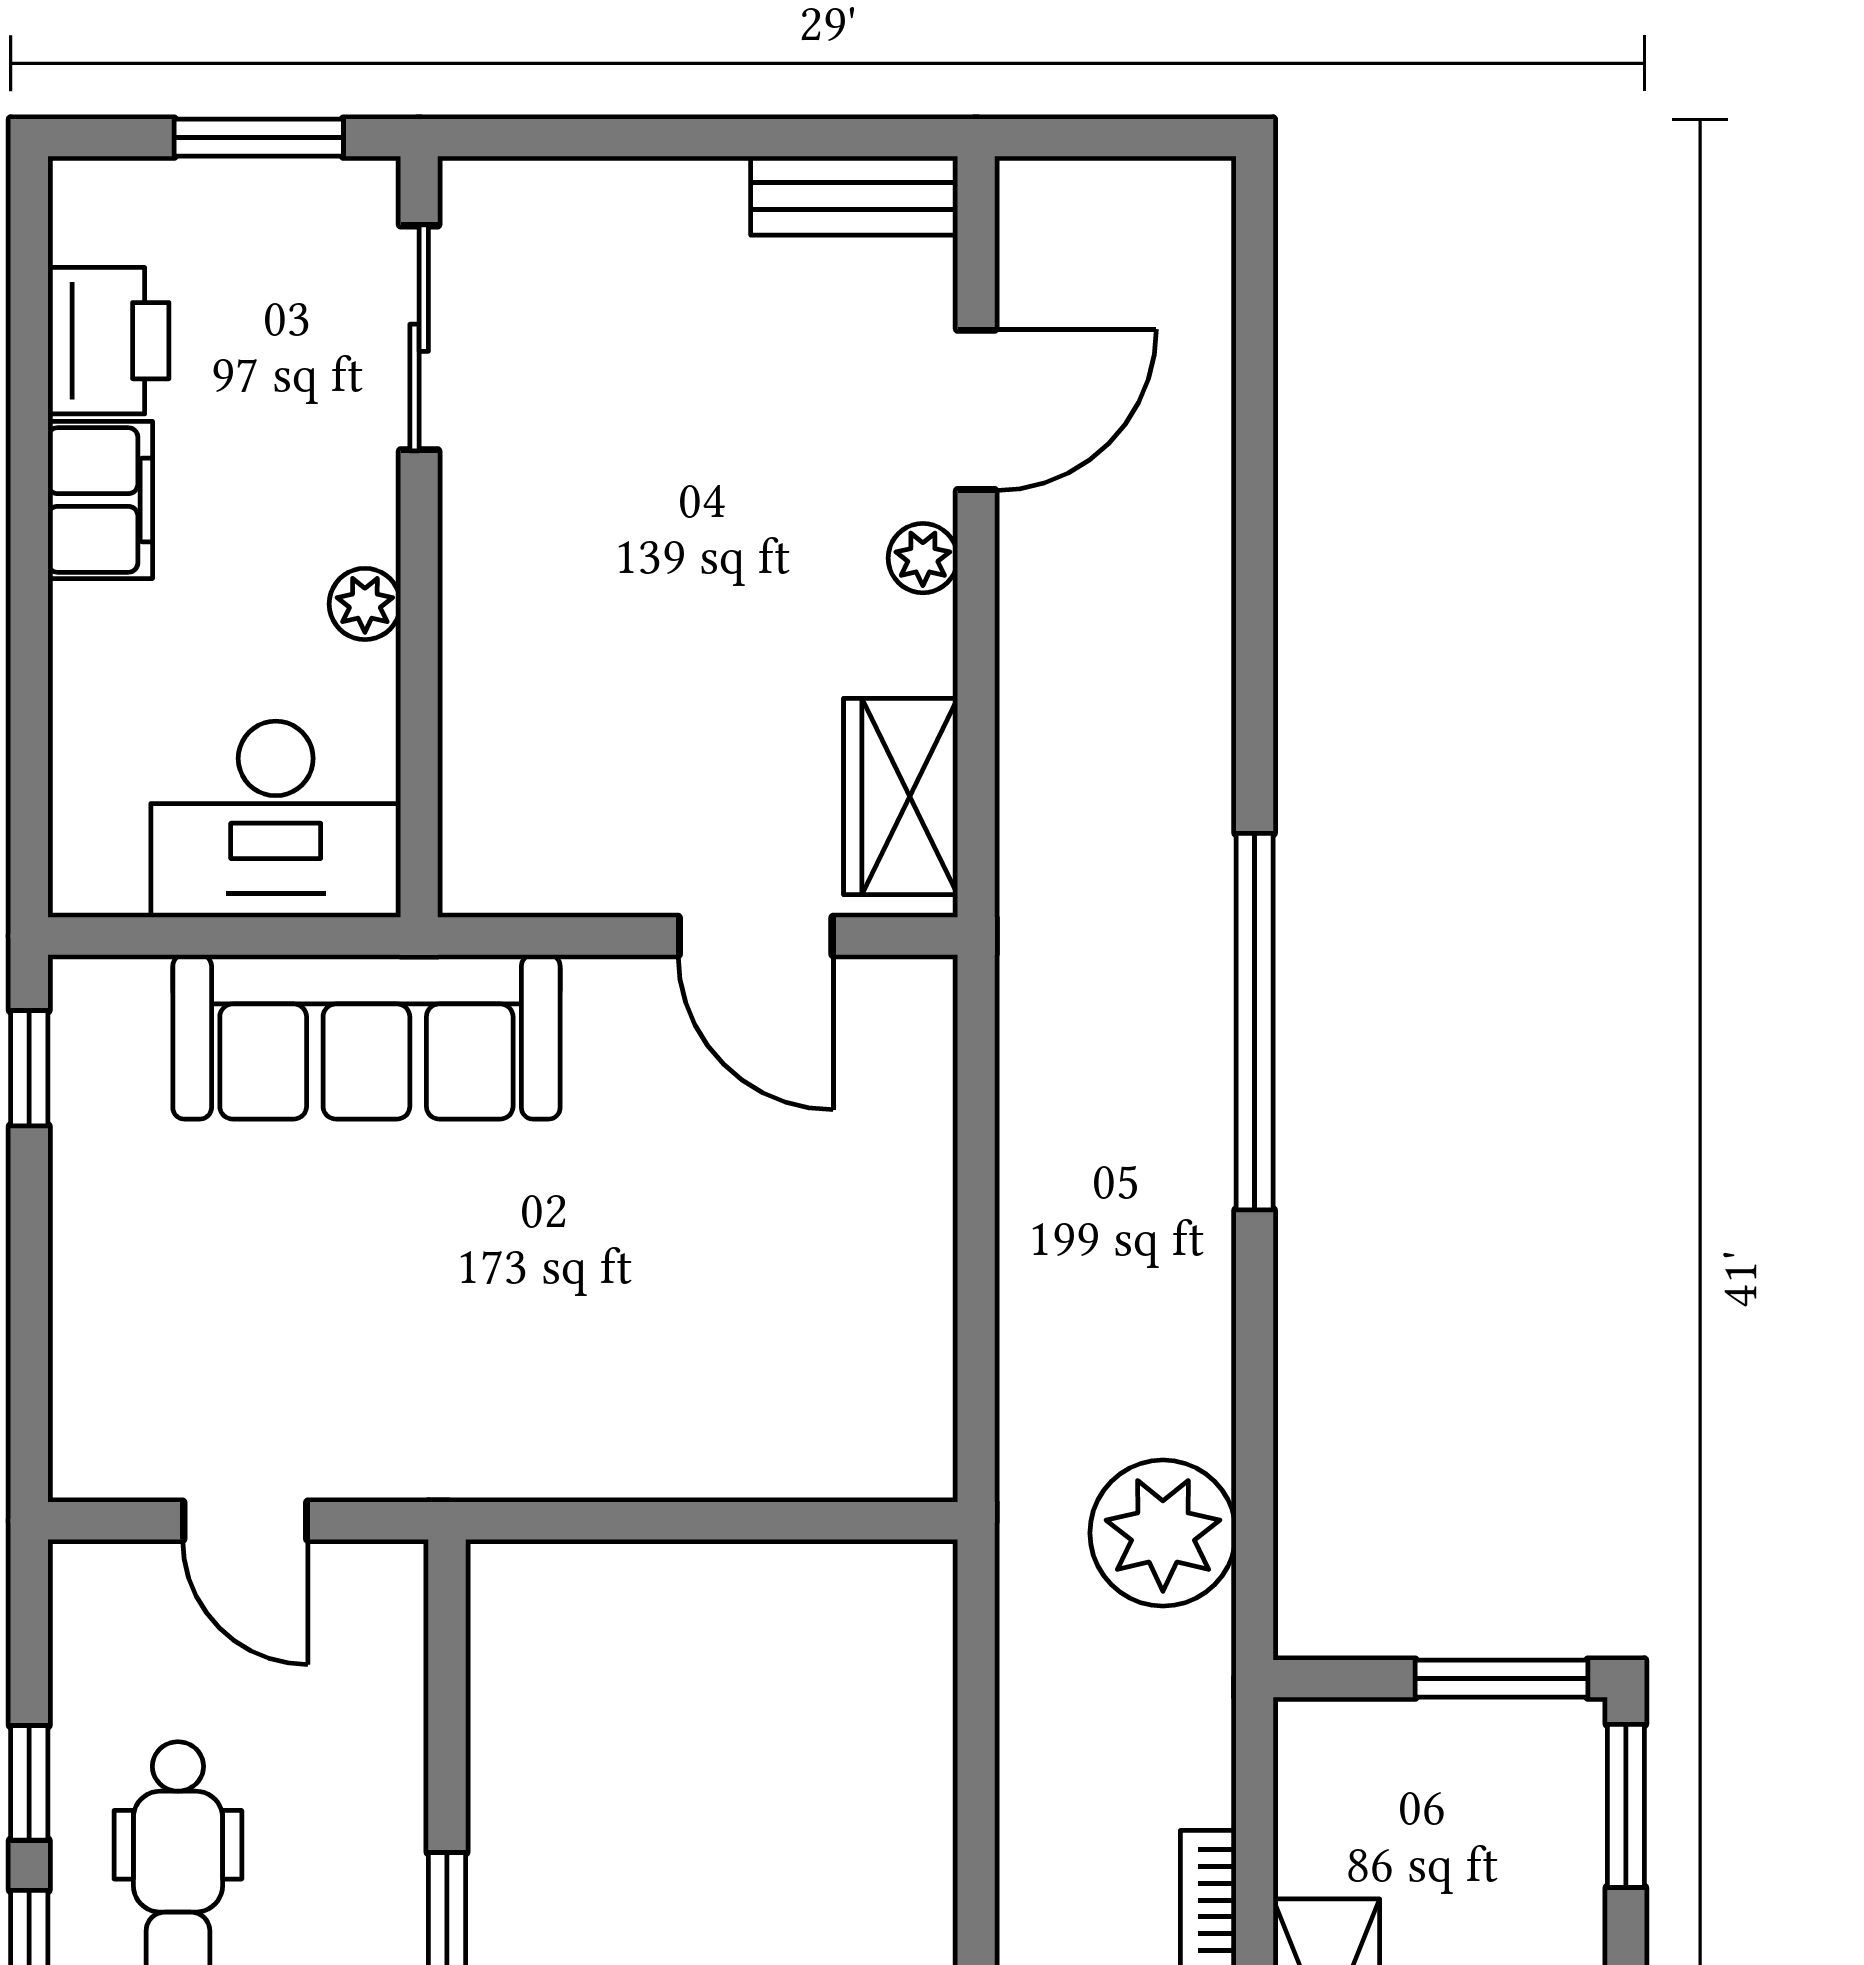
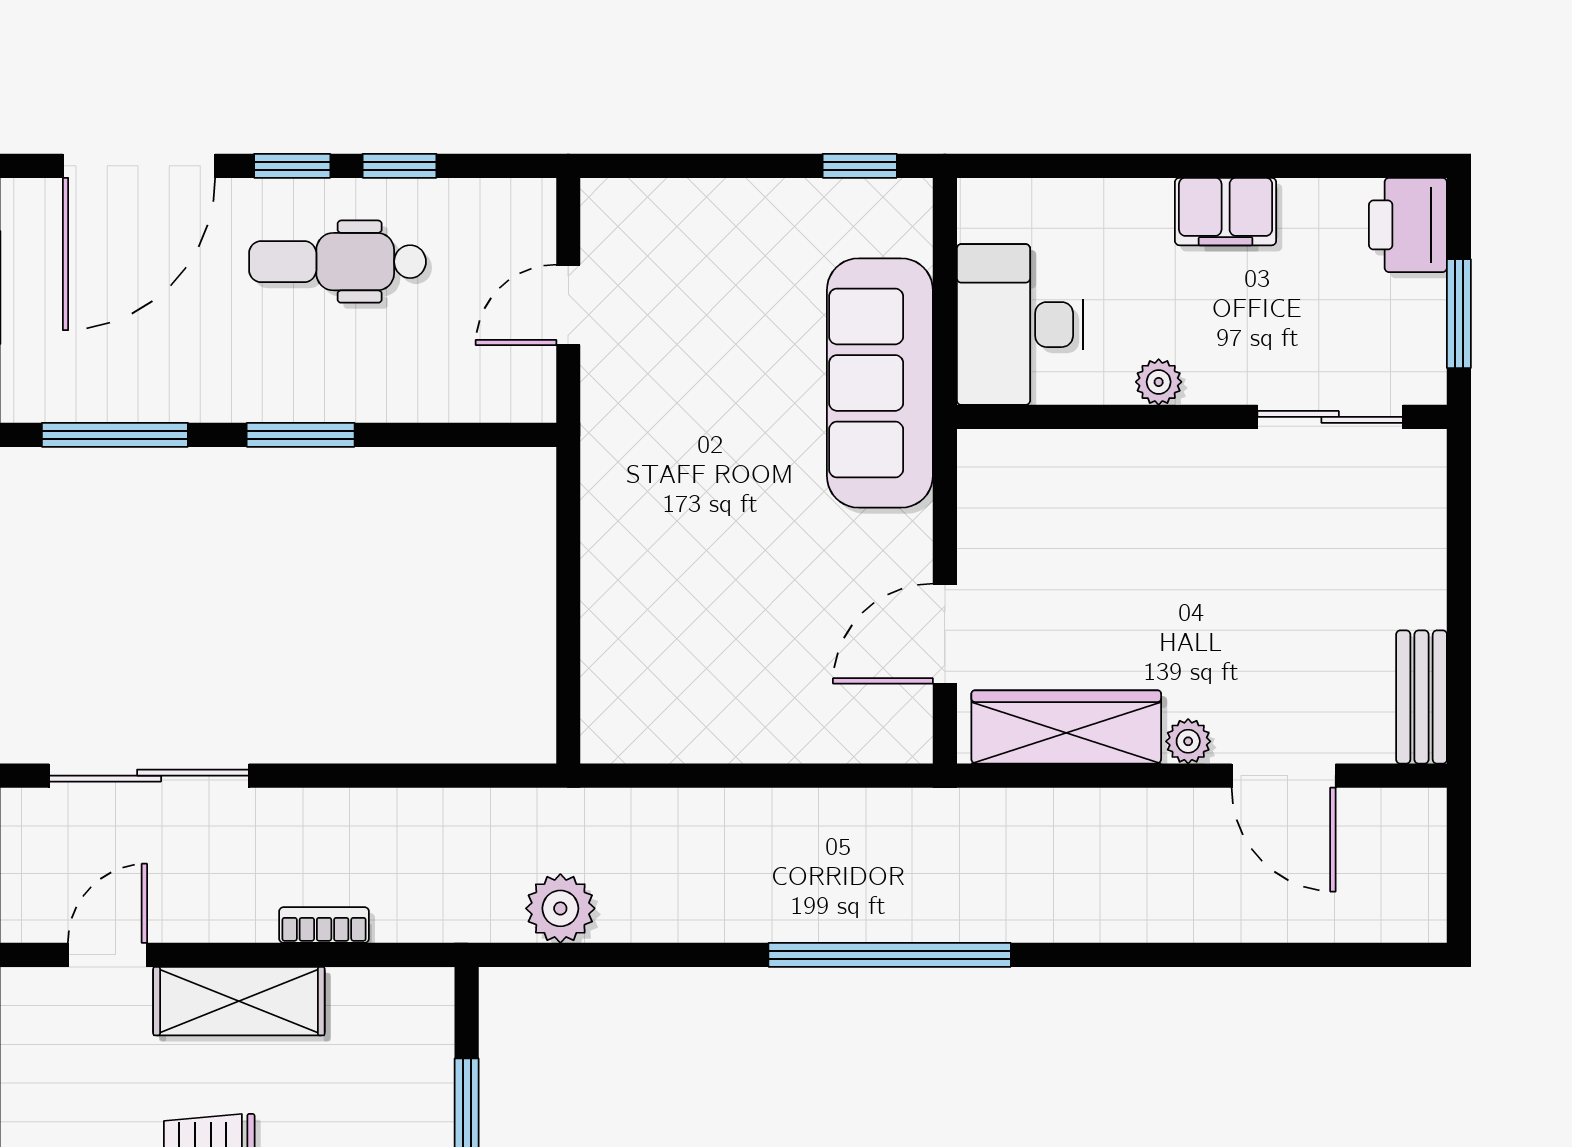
printer: (108, 341) -> (1408, 225), moved, turned 90
wardrobe: (901, 797) -> (1066, 727), width x1.50
plant: (1163, 1533) -> (560, 908), width x0.73, depth x0.73

